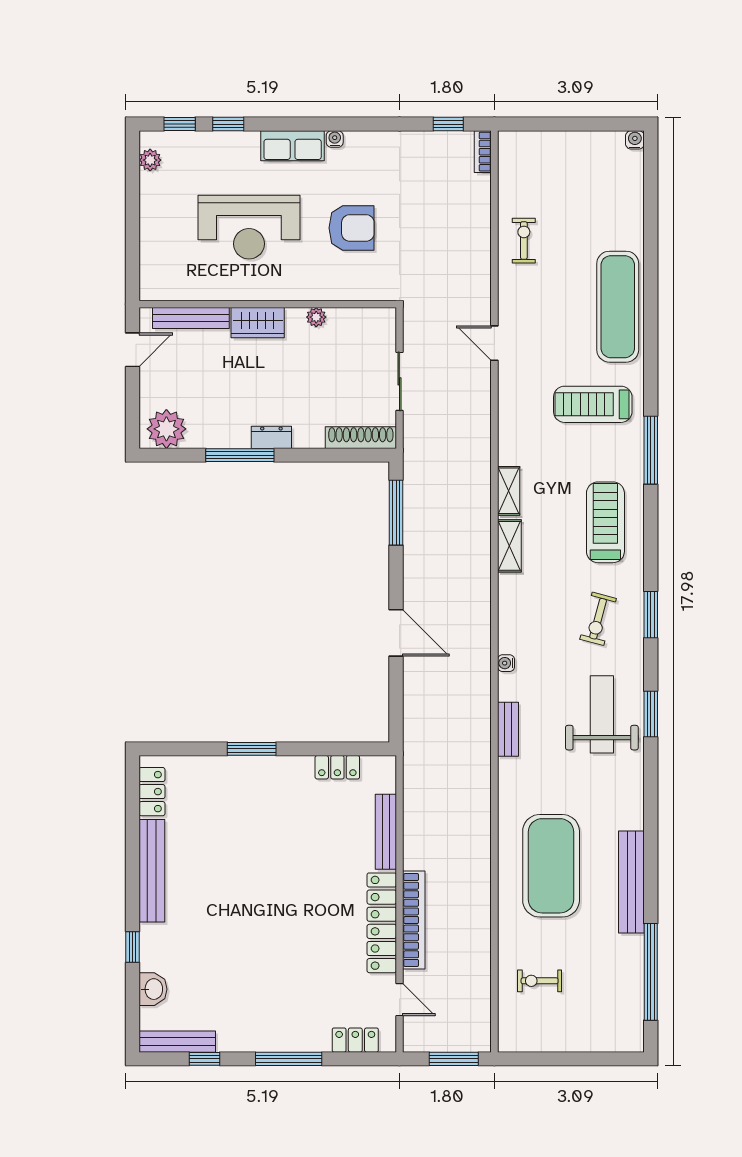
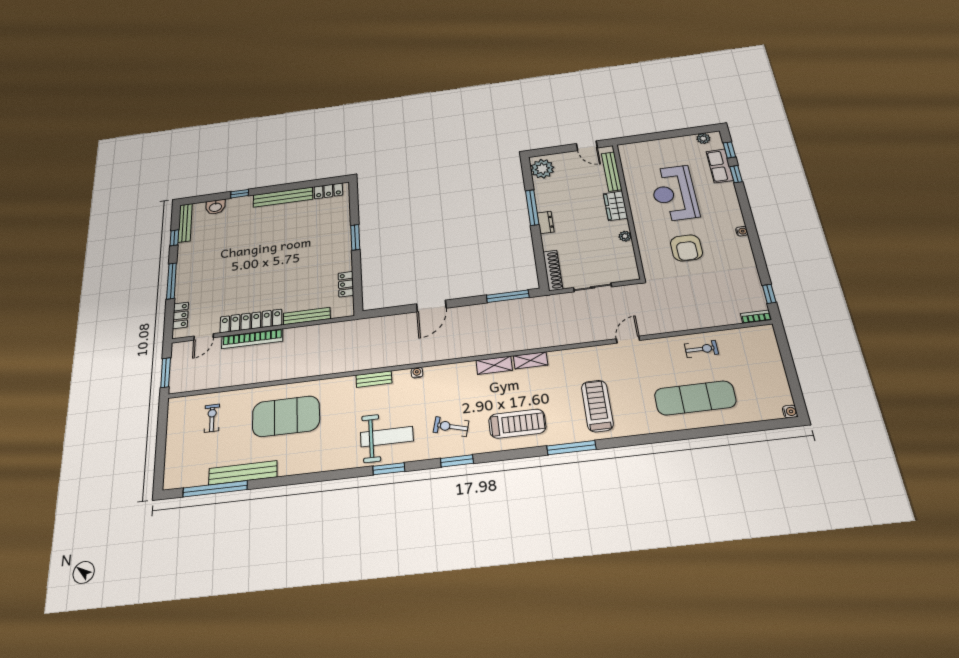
row of seats: (293, 146) -> (720, 166), moved
exercise mat: (618, 307) -> (695, 398), moved
bench: (631, 882) -> (243, 473), moved

